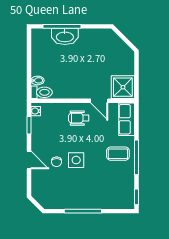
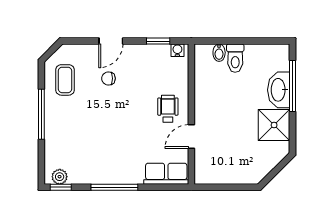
shower: (123, 87) -> (274, 125), moved
toilet: (42, 92) -> (235, 58), moved
coffee table: (118, 154) -> (65, 80), moved
side table: (76, 160) -> (111, 105), removed
plant: (129, 198) -> (60, 177), added

